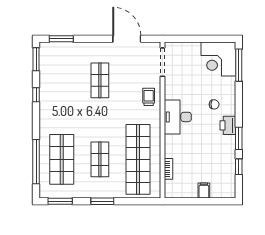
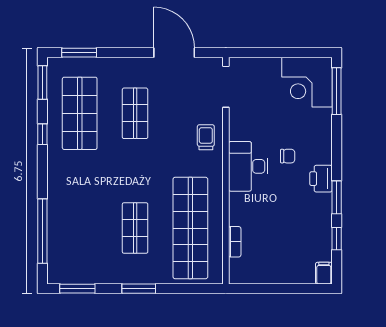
chair: (214, 104) -> (288, 156), moved
shop shelf: (62, 159) -> (80, 113), moved
filing cabinet: (204, 191) -> (324, 273), moved

